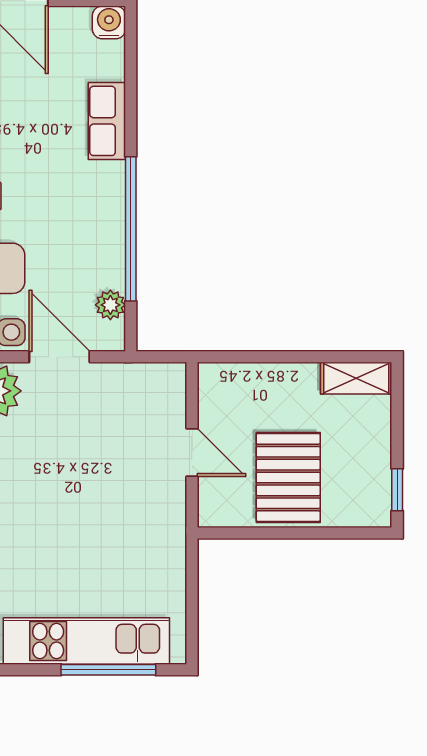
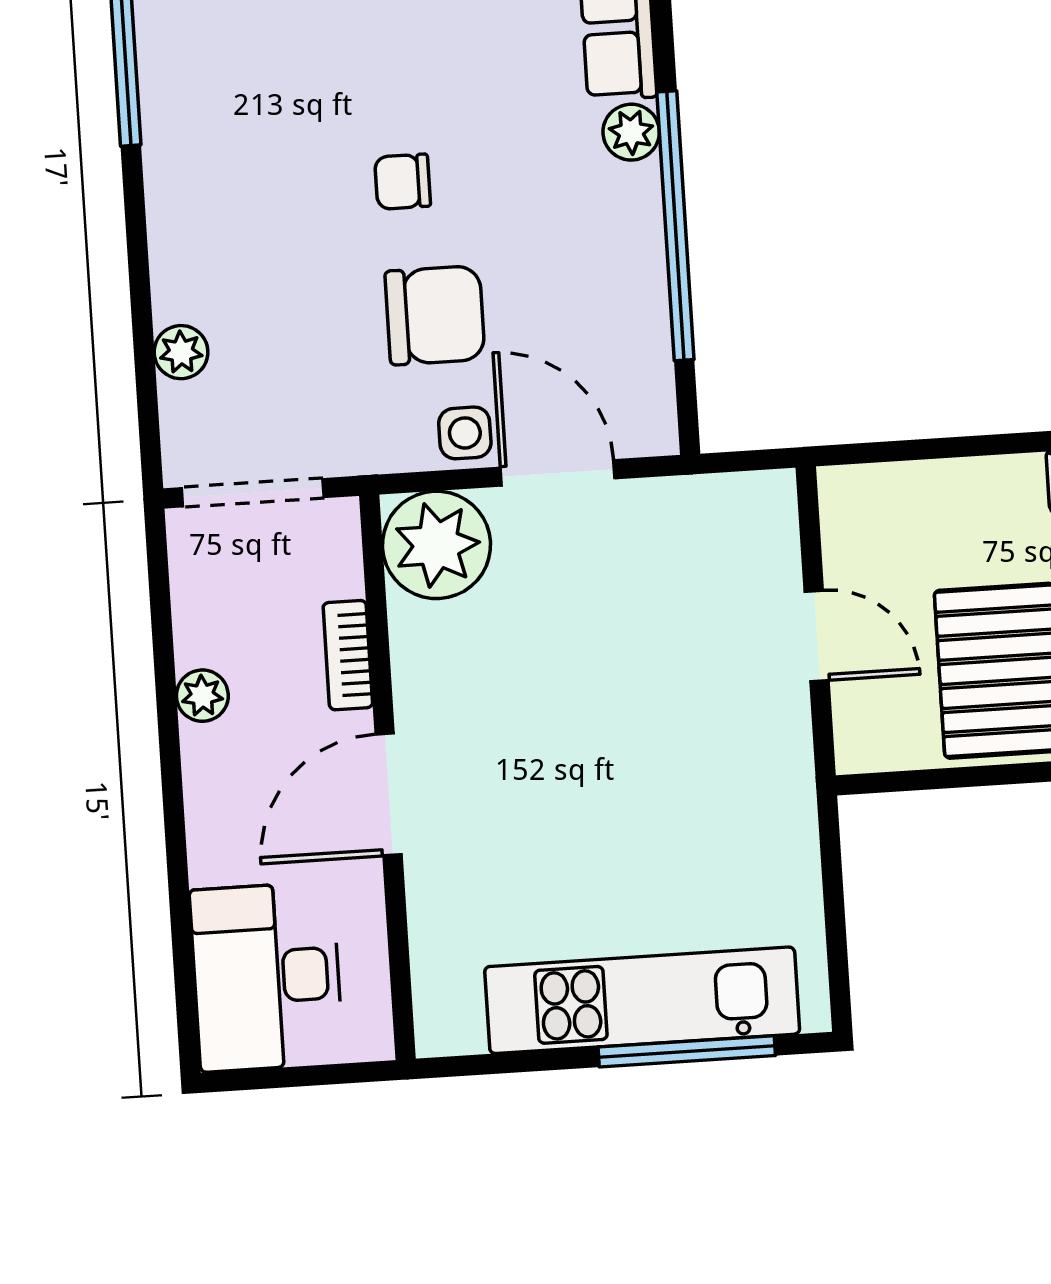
plant: (110, 305) -> (631, 132), moved

